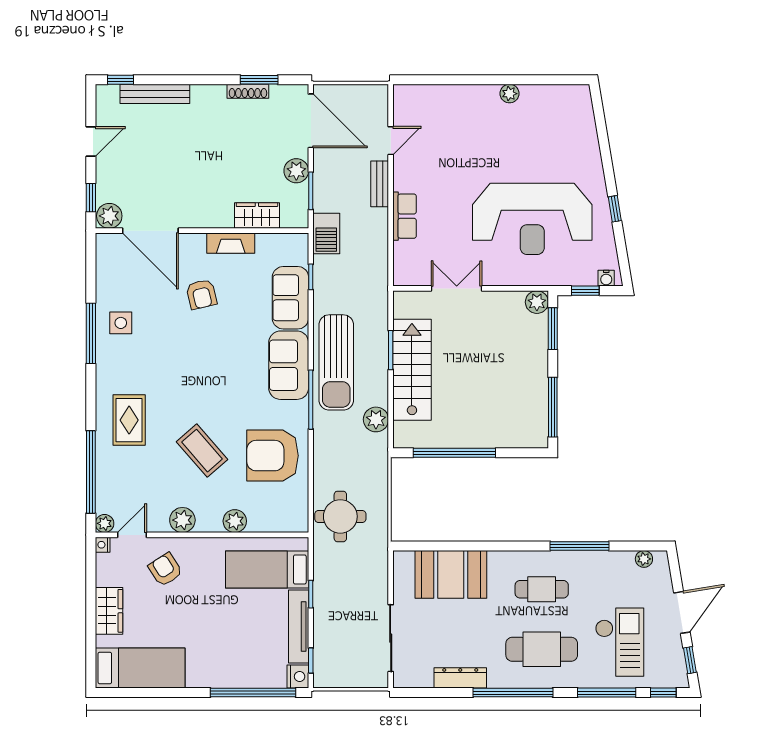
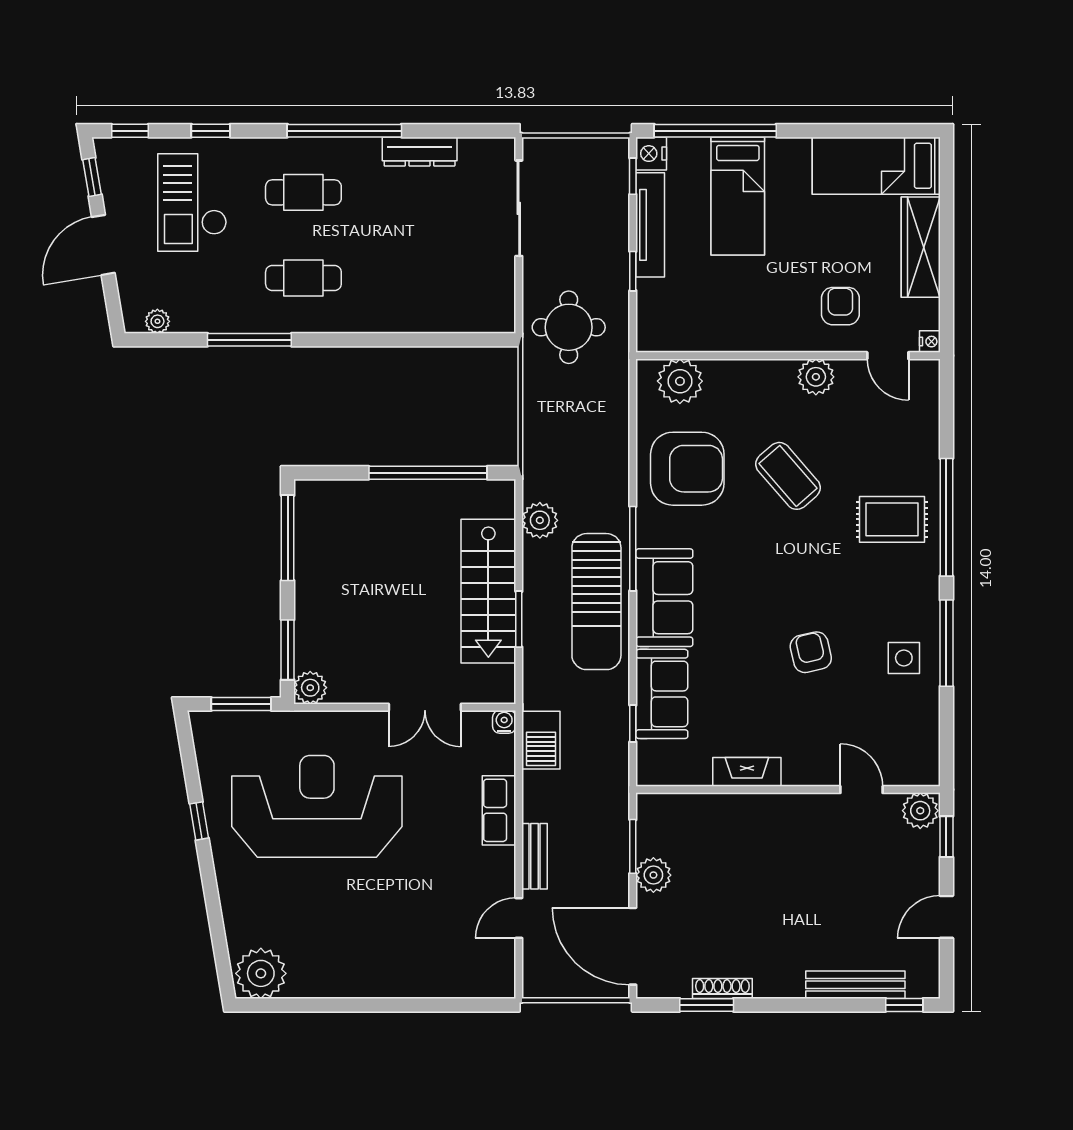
plant: (509, 94) -> (261, 973), moved, width x1.88, depth x1.88
wardrobe: (257, 215) -> (710, 811), removed
door: (150, 231) -> (862, 790), width x0.53
barbecue: (326, 234) -> (541, 740), moved, turned 180
water cooler: (606, 278) -> (504, 722), moved
window: (585, 291) -> (241, 704), width x1.50
armchair: (201, 294) -> (811, 652), moved
sun lounger: (336, 362) -> (596, 602), turned 180
rug: (129, 420) -> (892, 519), turned 90
window: (91, 472) -> (946, 517), moved
round table: (340, 516) -> (569, 327), moved
plant: (235, 521) -> (680, 381), moved, width x1.36, depth x1.36
plant: (105, 523) -> (927, 372), removed
door: (132, 535) -> (888, 356), hinge flipped
bed: (267, 569) -> (738, 196), moved, turned 90
armchair: (165, 570) -> (840, 306), turned -147
booth: (451, 574) -> (433, 299), removed
wardrobe: (109, 611) -> (921, 247), width x1.50
cafe table: (542, 649) -> (303, 192), width x0.73, depth x0.74
window: (607, 693) -> (211, 131), width x0.46

